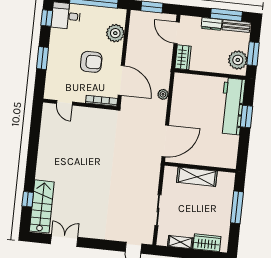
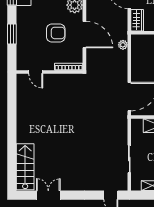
door: (121, 80) -> (84, 35), moved
plant: (163, 94) -> (123, 45), moved
window: (28, 199) -> (12, 162), removed

